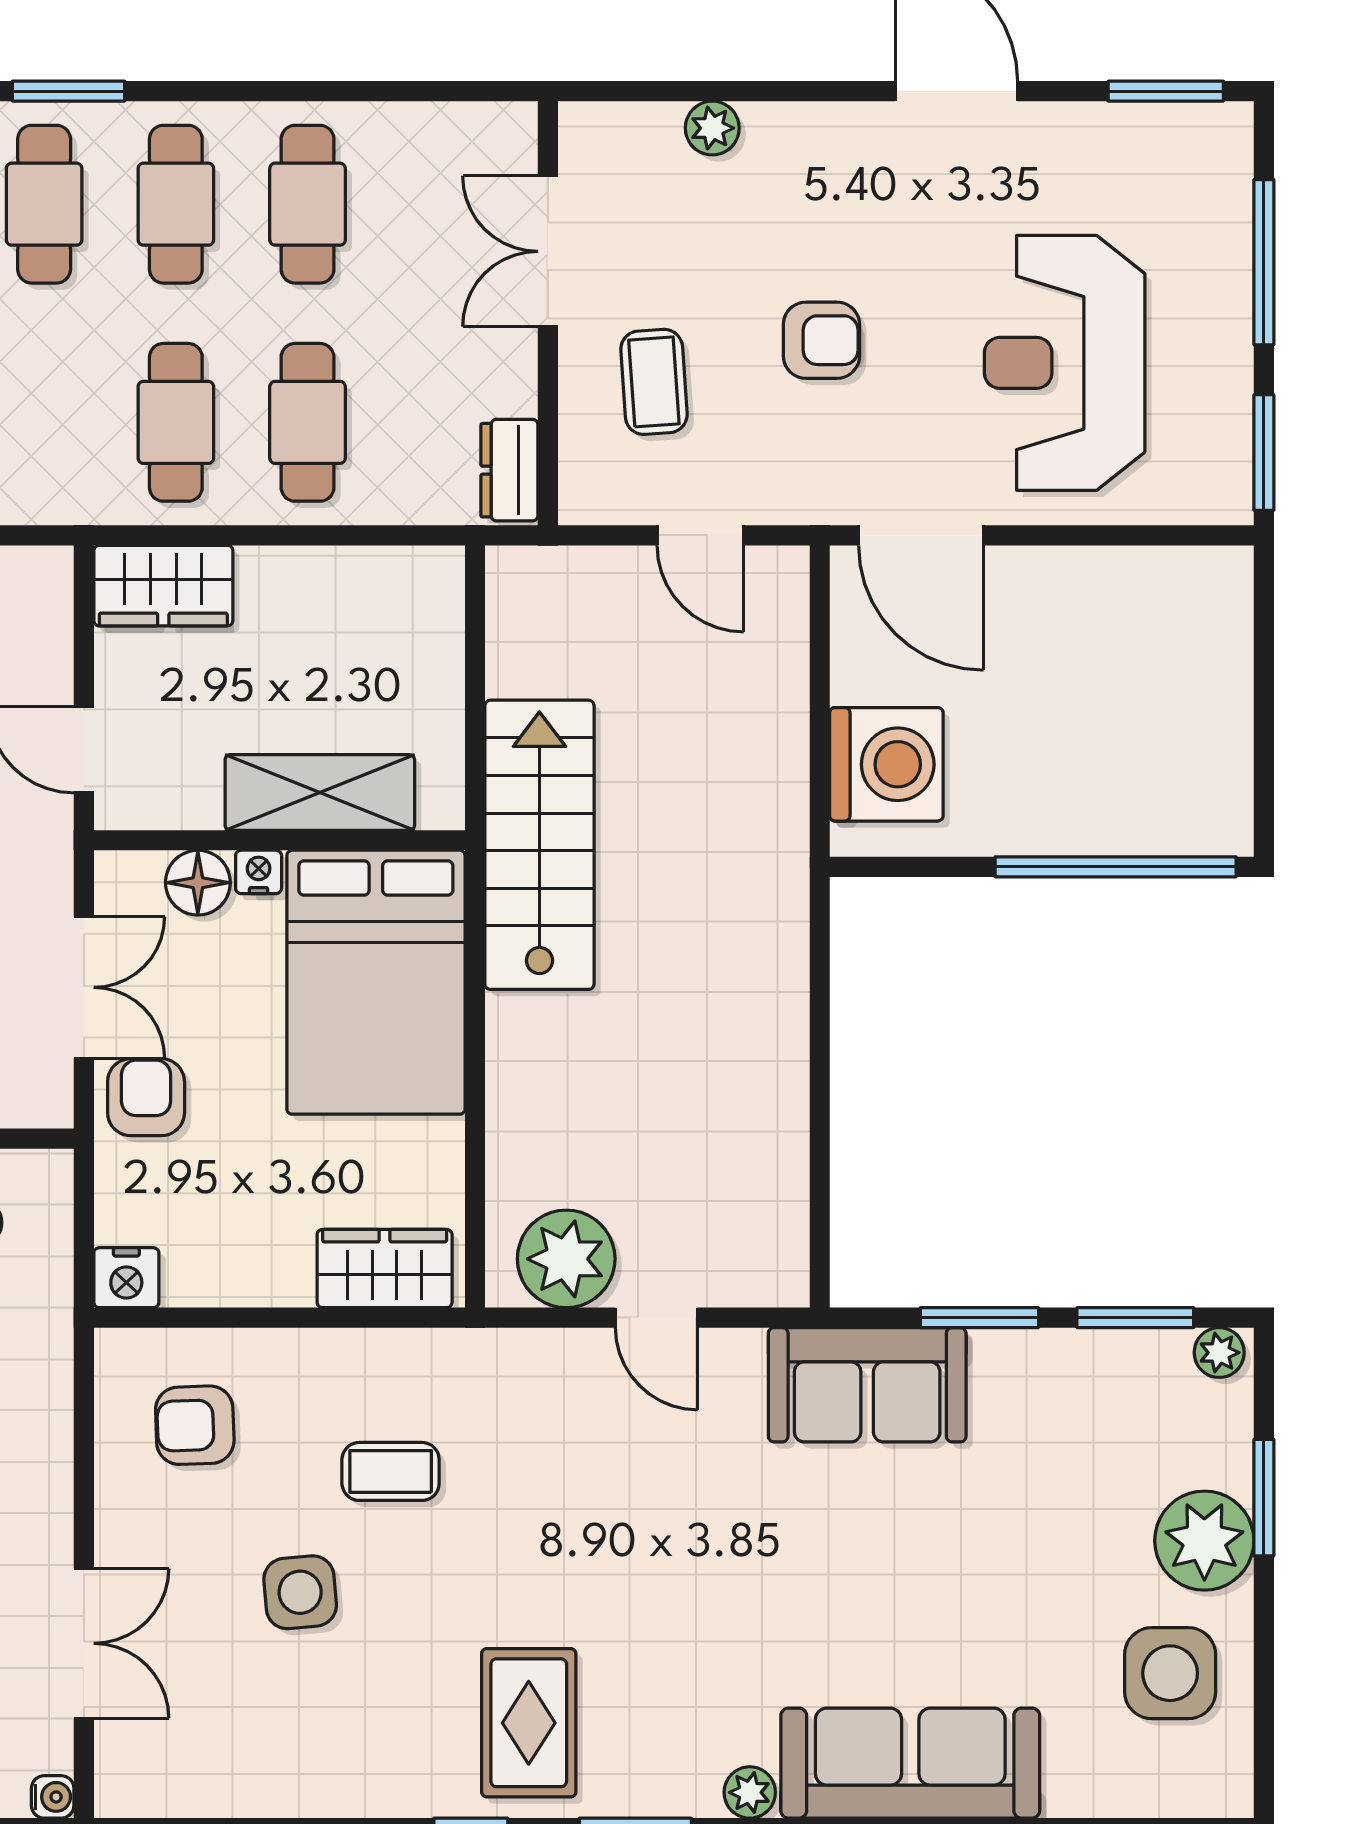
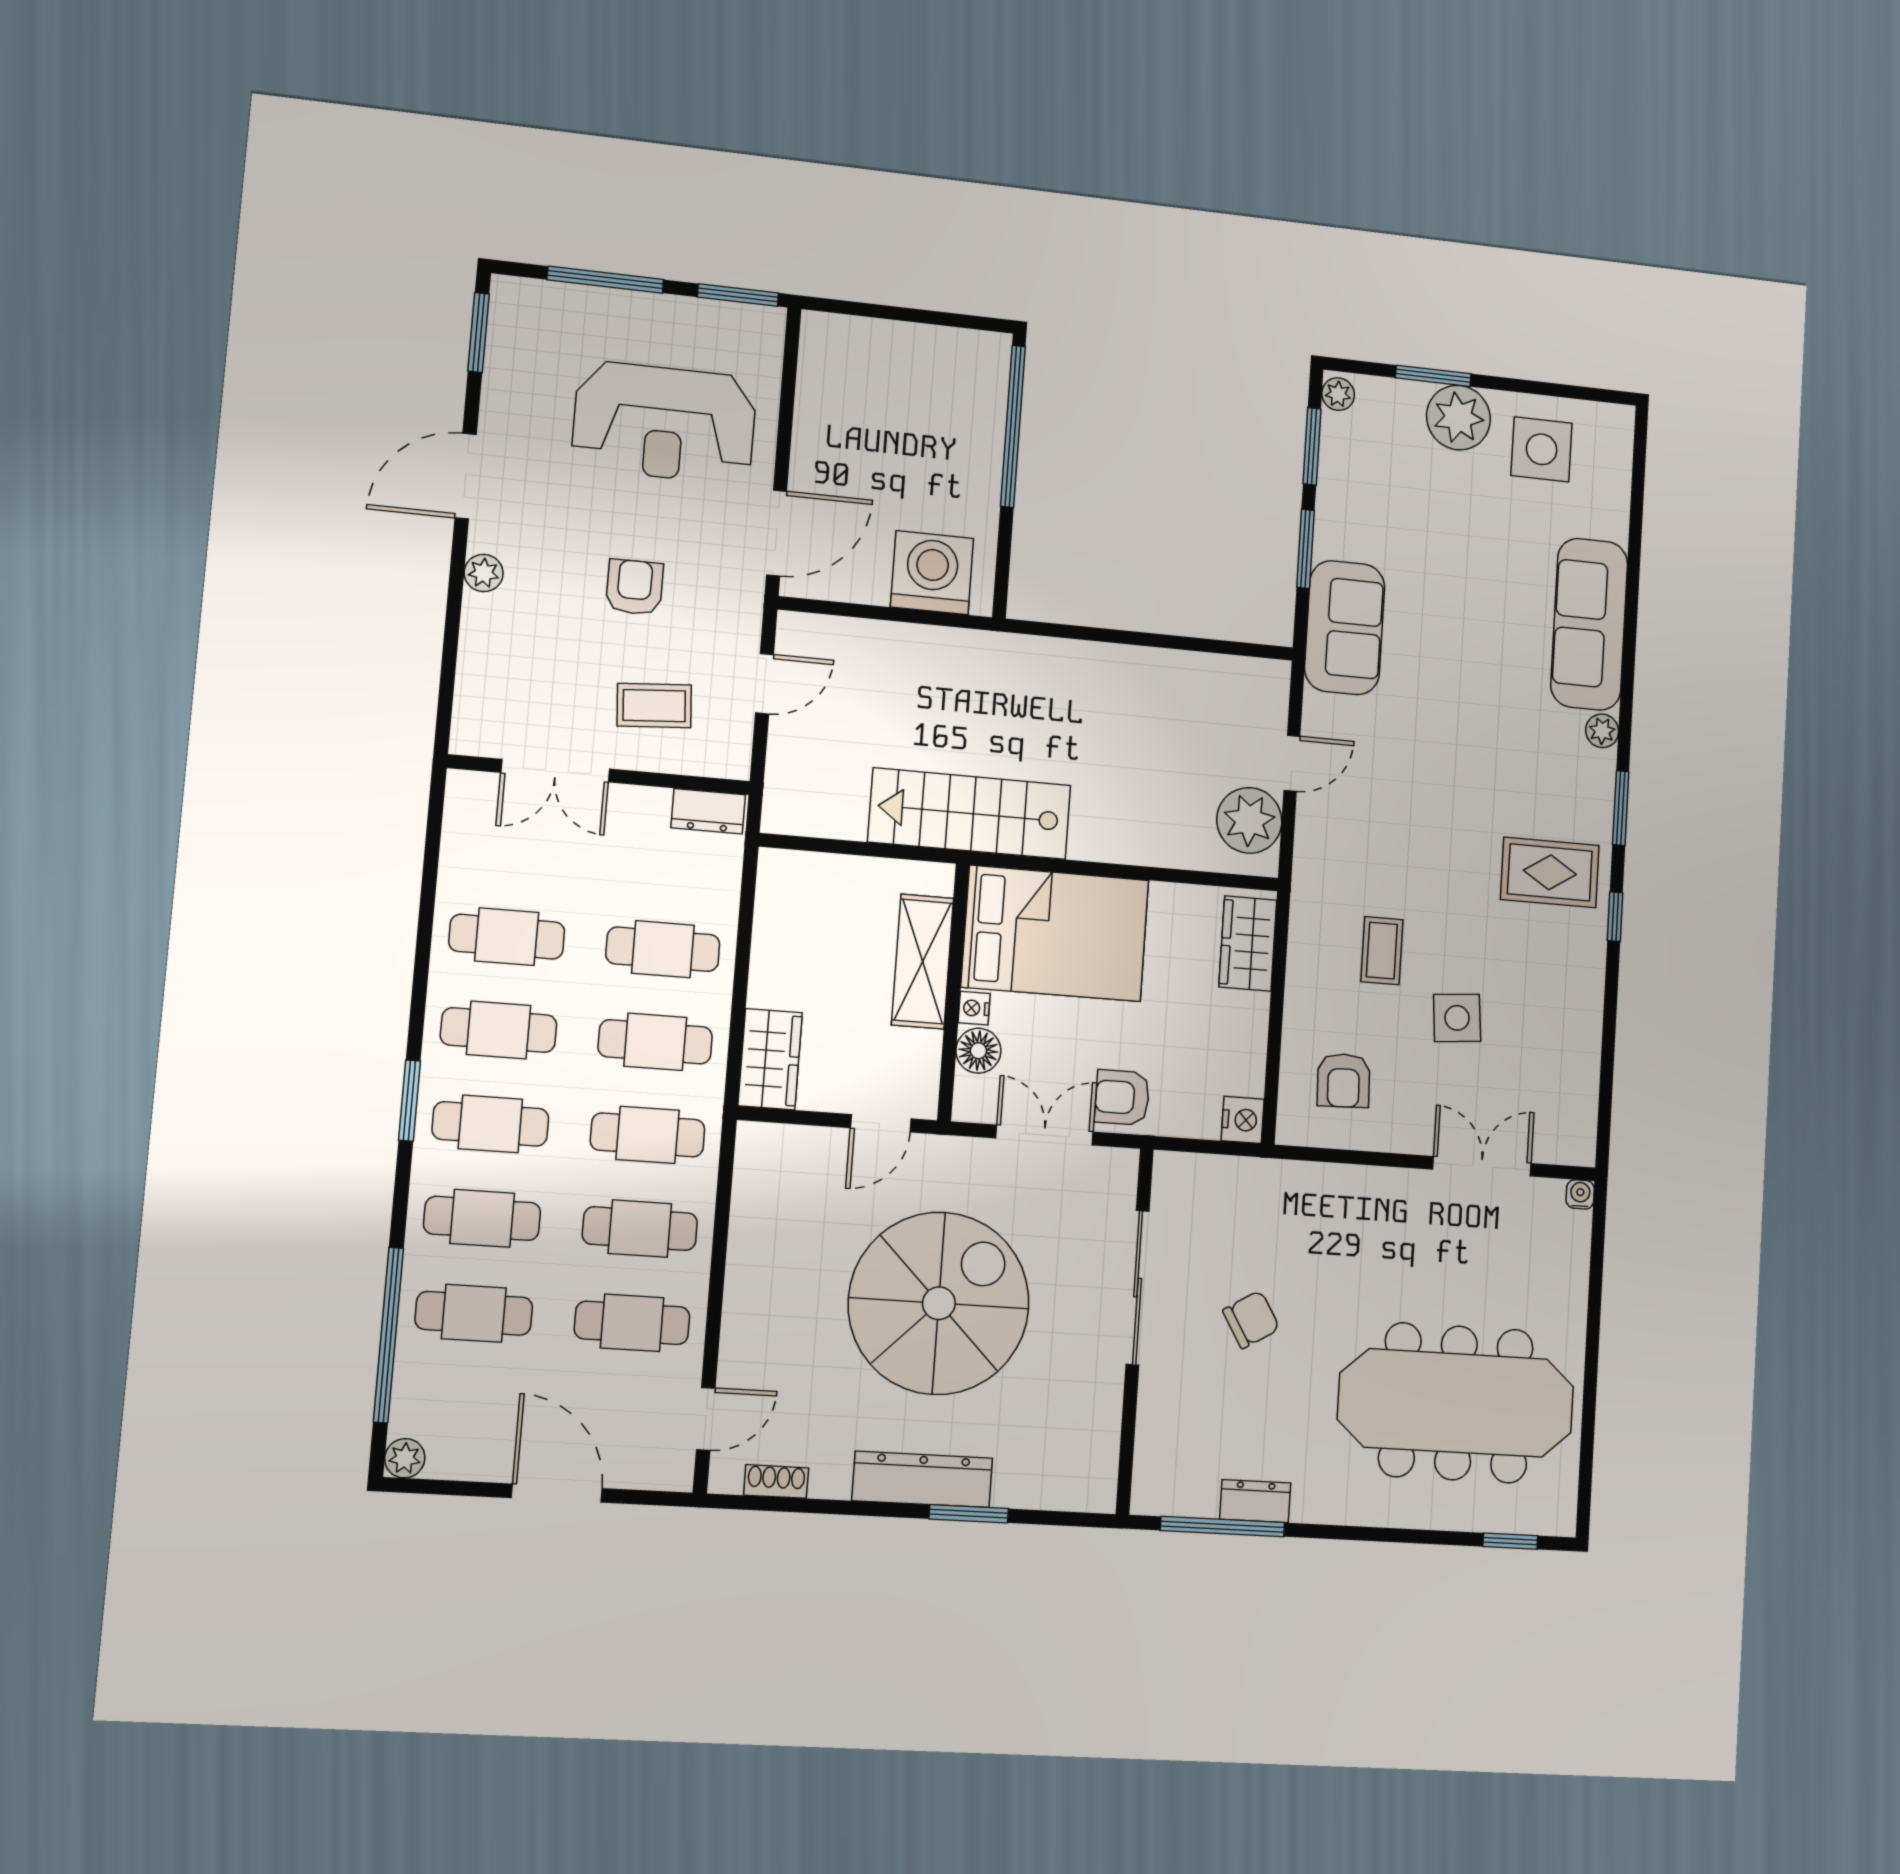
plant: (712, 128) -> (484, 573), moved
cafe table: (44, 422) -> (648, 1135), added

